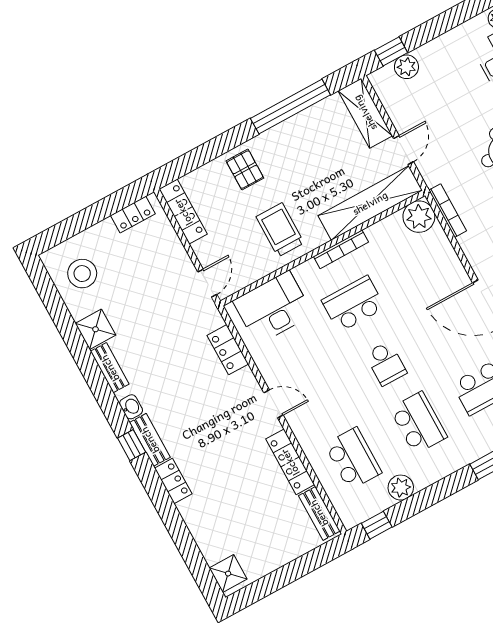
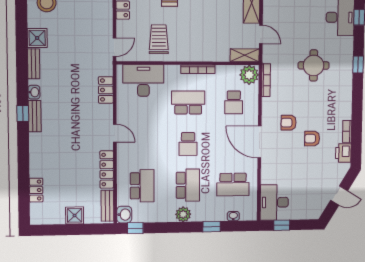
door: (403, 150) -> (261, 34), hinge flipped
shelving: (370, 203) -> (245, 55), width x0.45, depth x0.75
trolley: (280, 230) -> (159, 39), moved
school desk: (419, 268) -> (234, 102), added
locker: (173, 481) -> (36, 190), moved
plant: (401, 488) -> (183, 214), moved
washbasin: (350, 514) -> (124, 215), added
shower: (228, 574) -> (75, 215), moved

